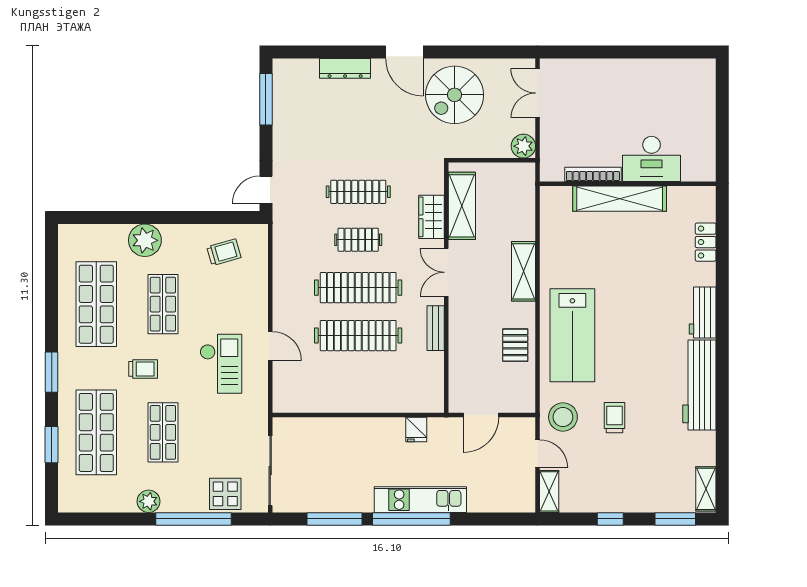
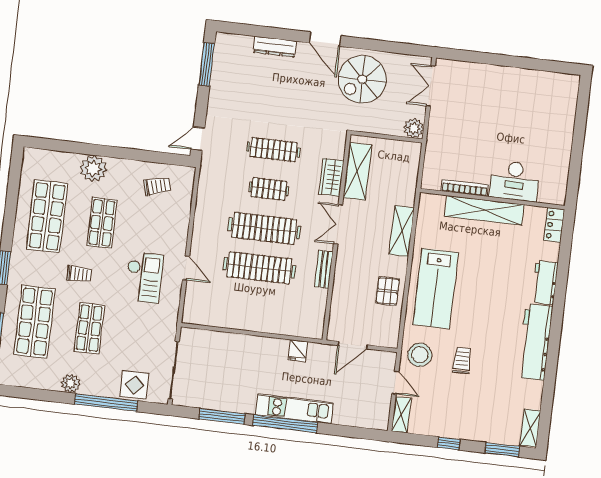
desk: (652, 159) -> (514, 181), moved
bookcase: (593, 174) -> (465, 188), moved
wall: (628, 184) -> (492, 199), moved
shelving: (620, 199) -> (484, 210), moved

